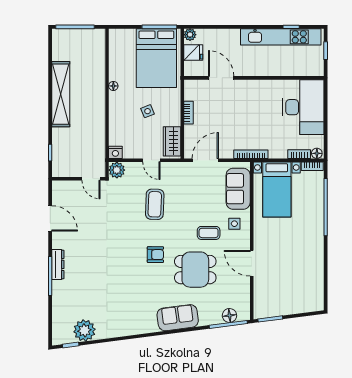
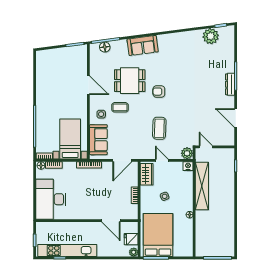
shelving: (61, 94) -> (202, 186), moved

